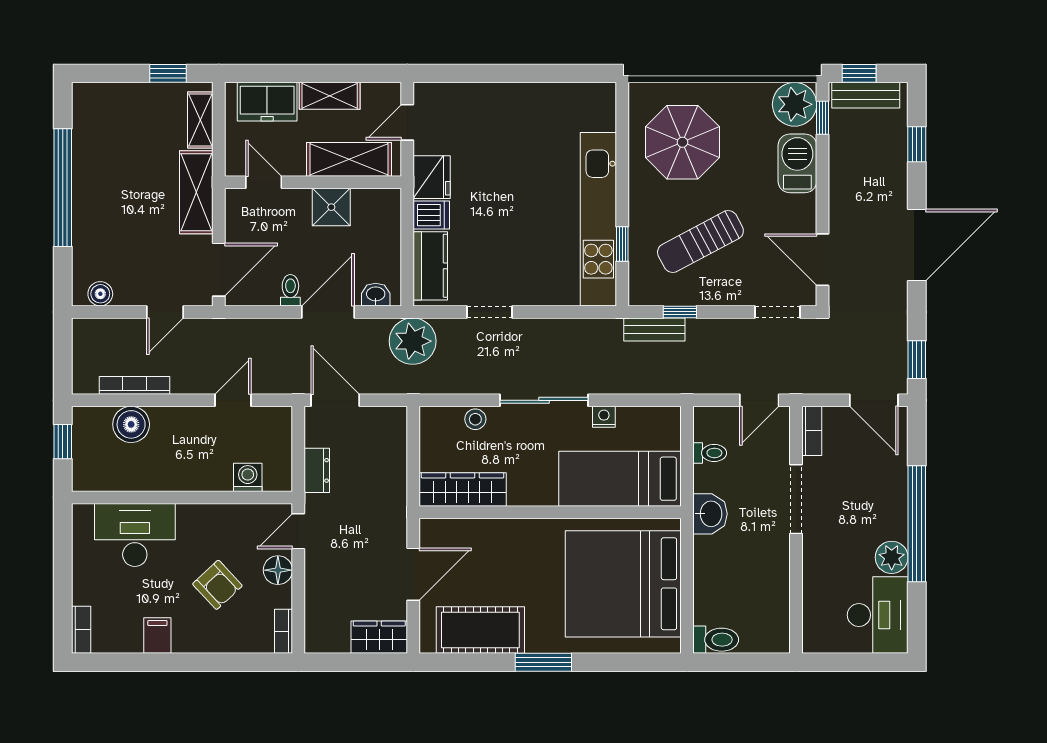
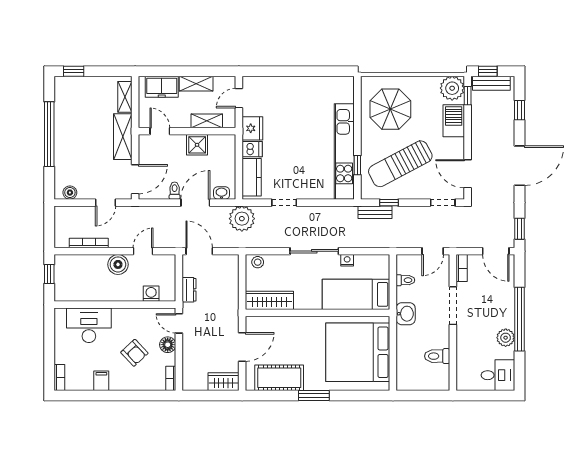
window: (168, 73) -> (74, 71), moved
shelving: (349, 159) -> (207, 121), width x0.67, depth x0.75
sun lounger: (700, 242) -> (400, 164), width x1.36, depth x1.34
stool: (475, 419) -> (258, 262), moved
boiler: (131, 424) -> (118, 264), moved
door: (298, 531) -> (179, 323), hinge flipped
desk: (878, 615) -> (498, 375), width x0.73
toilet: (716, 640) -> (437, 356), moved, turned 180

